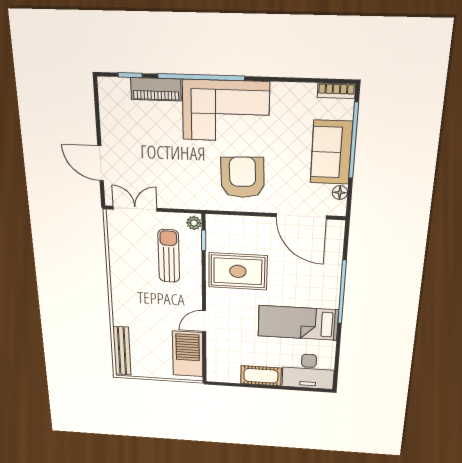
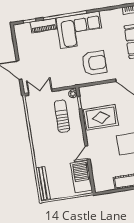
armchair: (243, 177) -> (94, 63), turned 92

